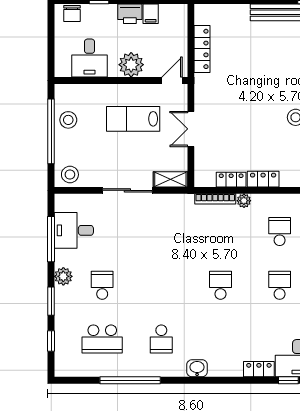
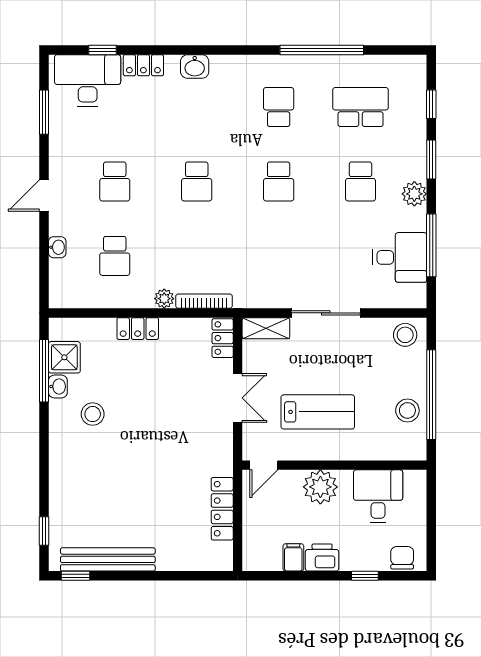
locker: (231, 180) -> (223, 338), moved, turned 90
school desk: (161, 285) -> (279, 181), added
washbasin: (197, 368) -> (195, 67), moved

